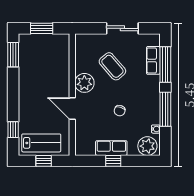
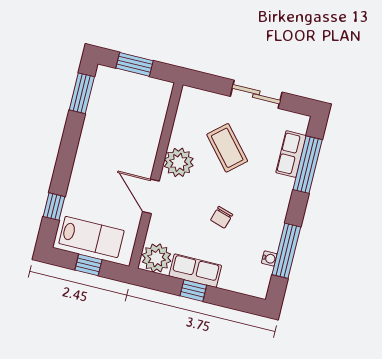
window: (165, 109) -> (286, 251), moved
plant: (147, 146) -> (157, 258), moved

